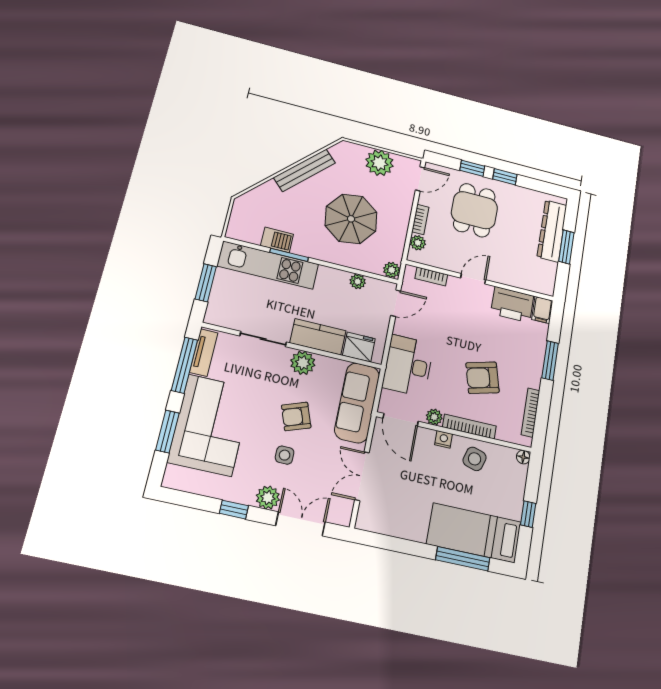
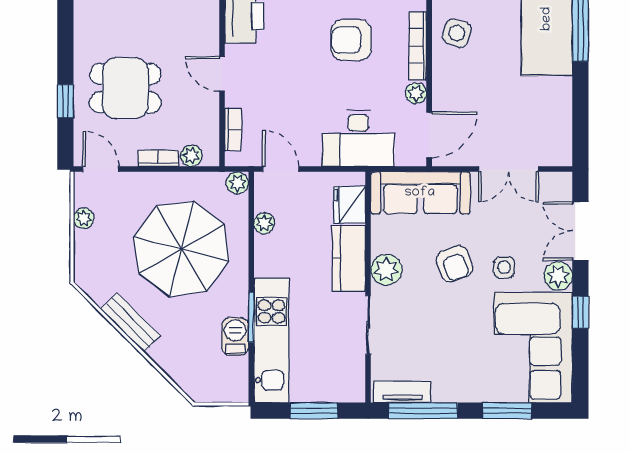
plant: (379, 163) -> (84, 218), width x0.53, depth x0.53
bench: (305, 170) -> (130, 323), width x0.73
window: (505, 177) -> (65, 54), removed
parasol: (351, 219) -> (182, 249), width x1.36, depth x1.36
armchair: (482, 378) -> (351, 40), turned 105
corner sofa: (210, 425) -> (533, 348), moved, turned -90
nightstand: (444, 439) -> (441, 76), removed

